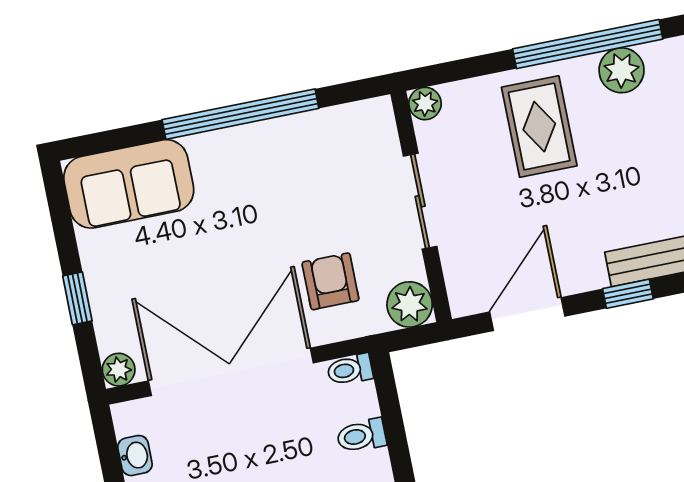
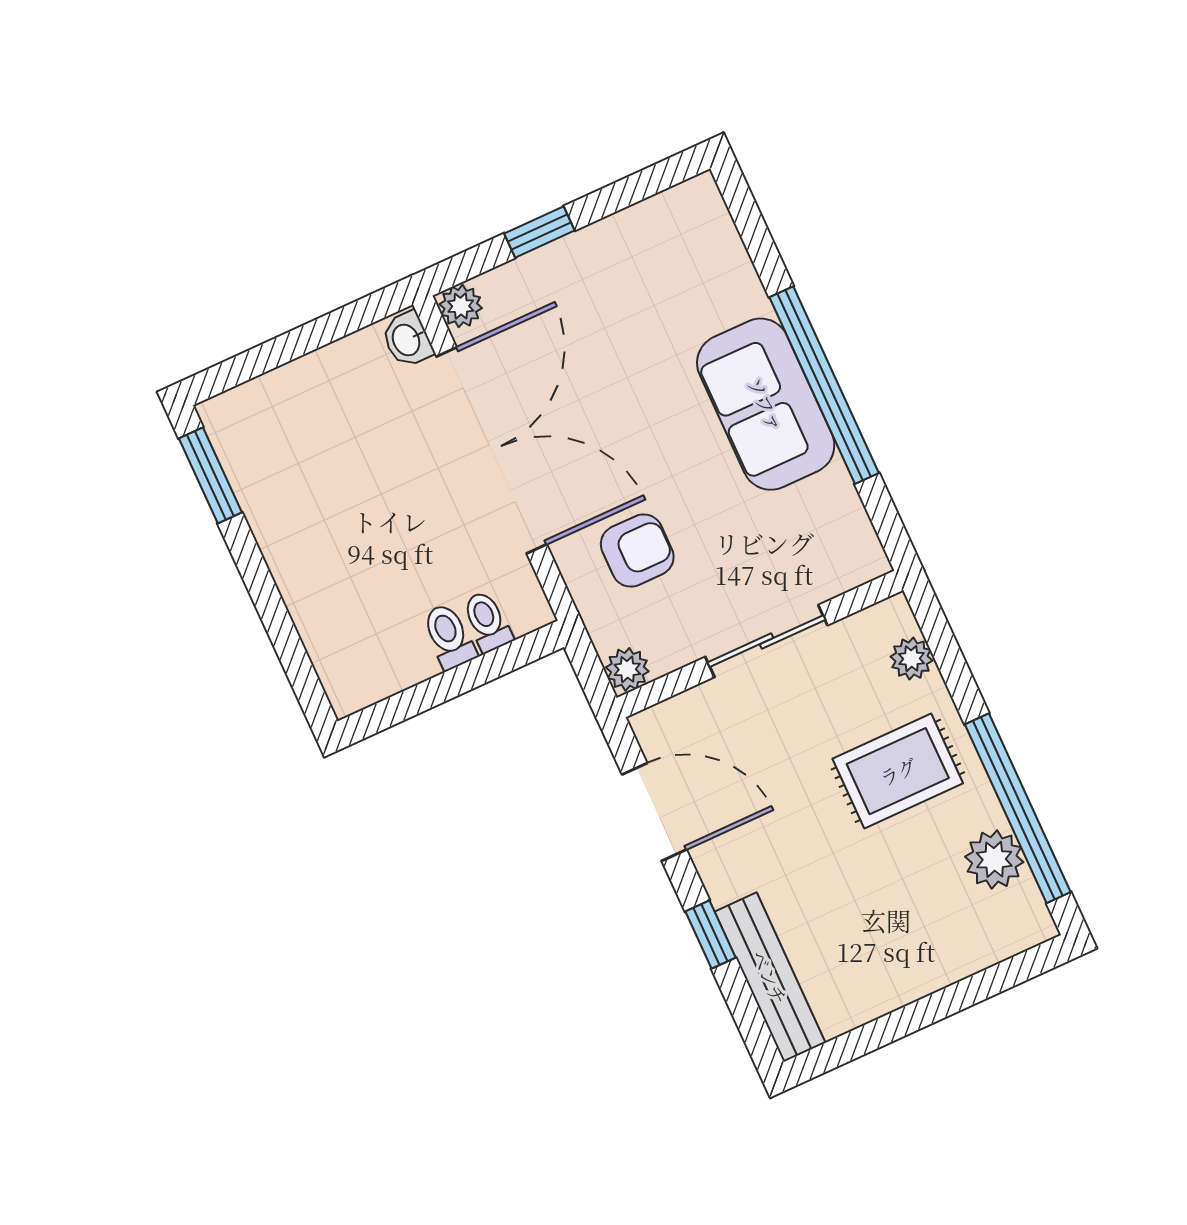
plant: (425, 104) -> (911, 659), moved
sofa: (129, 184) -> (766, 404), moved
plant: (410, 304) -> (627, 669), width x0.73, depth x0.73
toilet: (350, 370) -> (487, 622), moved
washbasin: (135, 456) -> (407, 340), moved, turned 90

